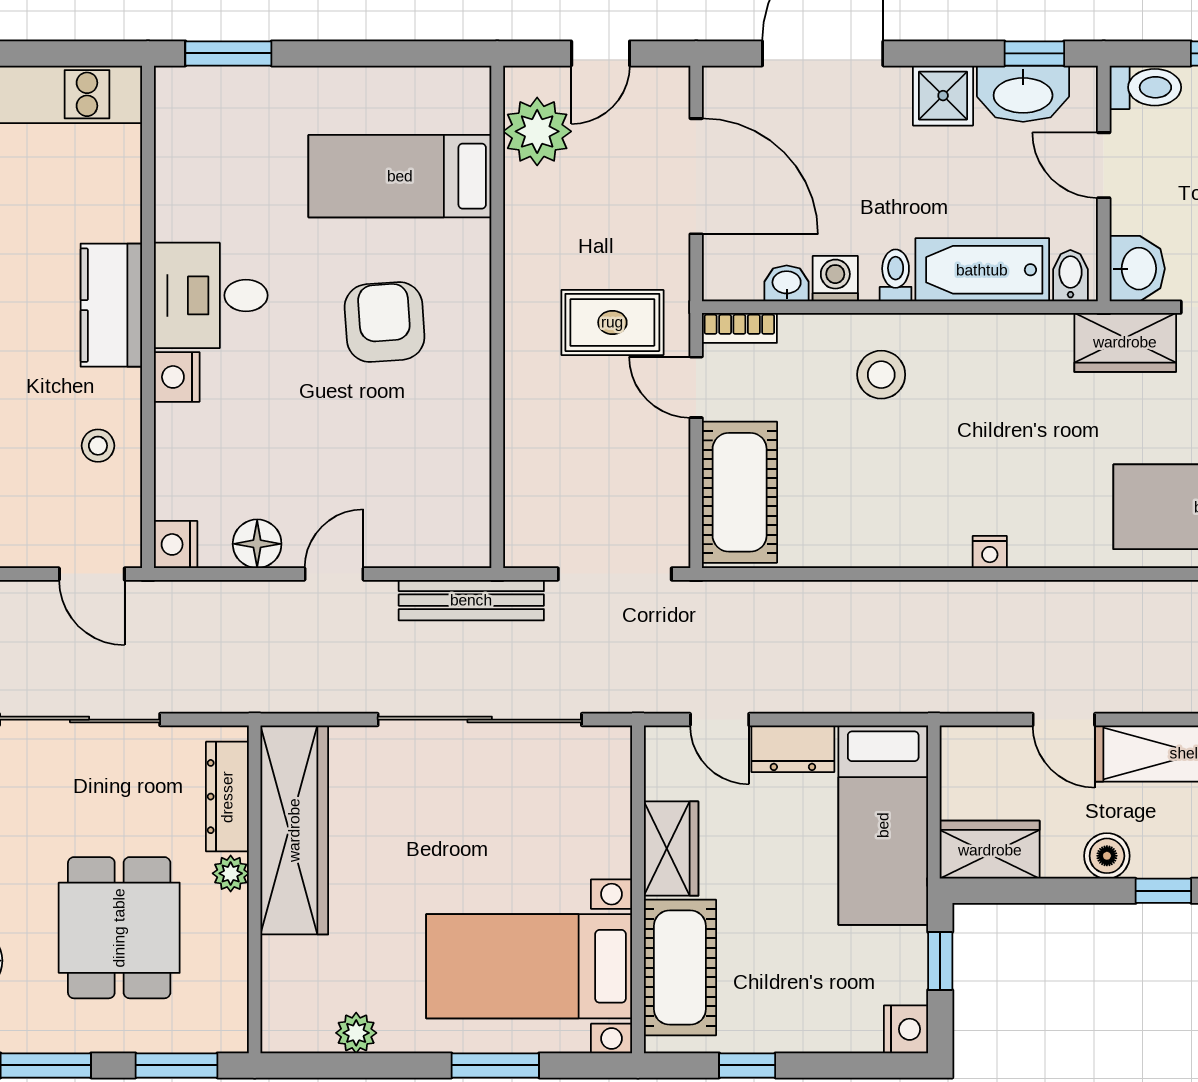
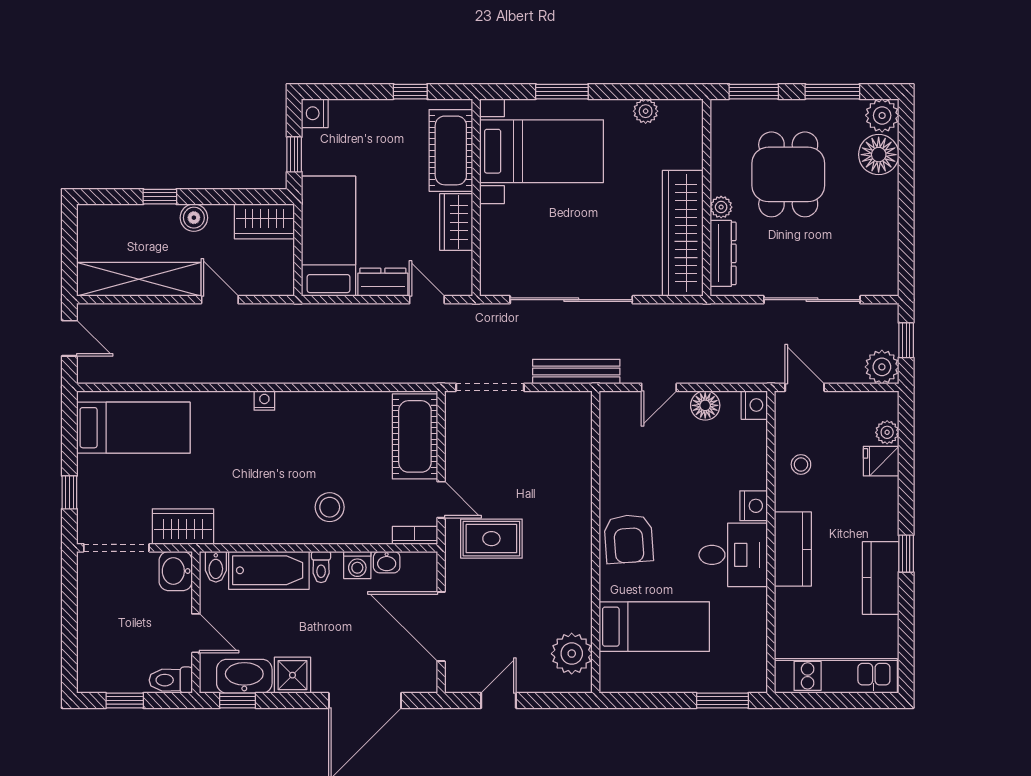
plant: (537, 131) -> (572, 654), moved
bed: (400, 176) -> (654, 627), moved
wall: (497, 317) -> (596, 542), moved

